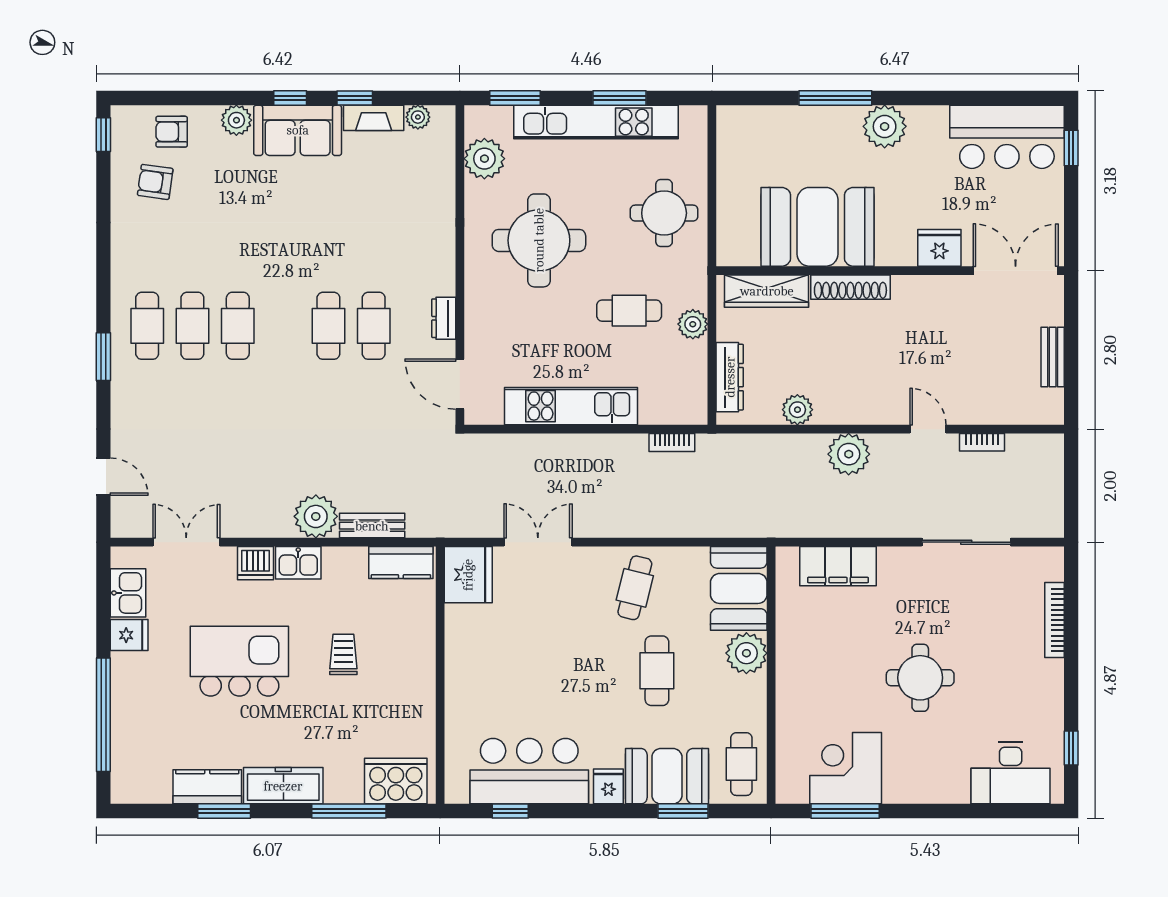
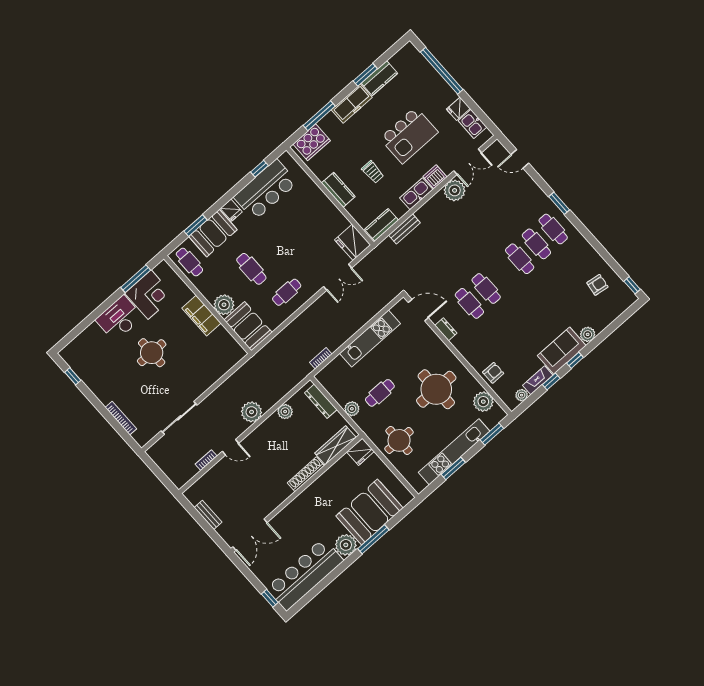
armchair: (172, 132) -> (493, 373), moved
bar counter: (1007, 137) -> (305, 574), width x1.36
booth: (818, 227) -> (370, 512), moved
fridge: (939, 248) -> (360, 452), moved
plant: (316, 516) -> (455, 190), moved
kitchen sink: (298, 563) -> (416, 194), width x1.38
filing cabinet: (838, 566) -> (201, 316), moved, turned -90
cafe table: (635, 588) -> (287, 292), turned 76
kitchen counter: (419, 674) -> (338, 190), added
desk: (1011, 773) -> (119, 318), moved

